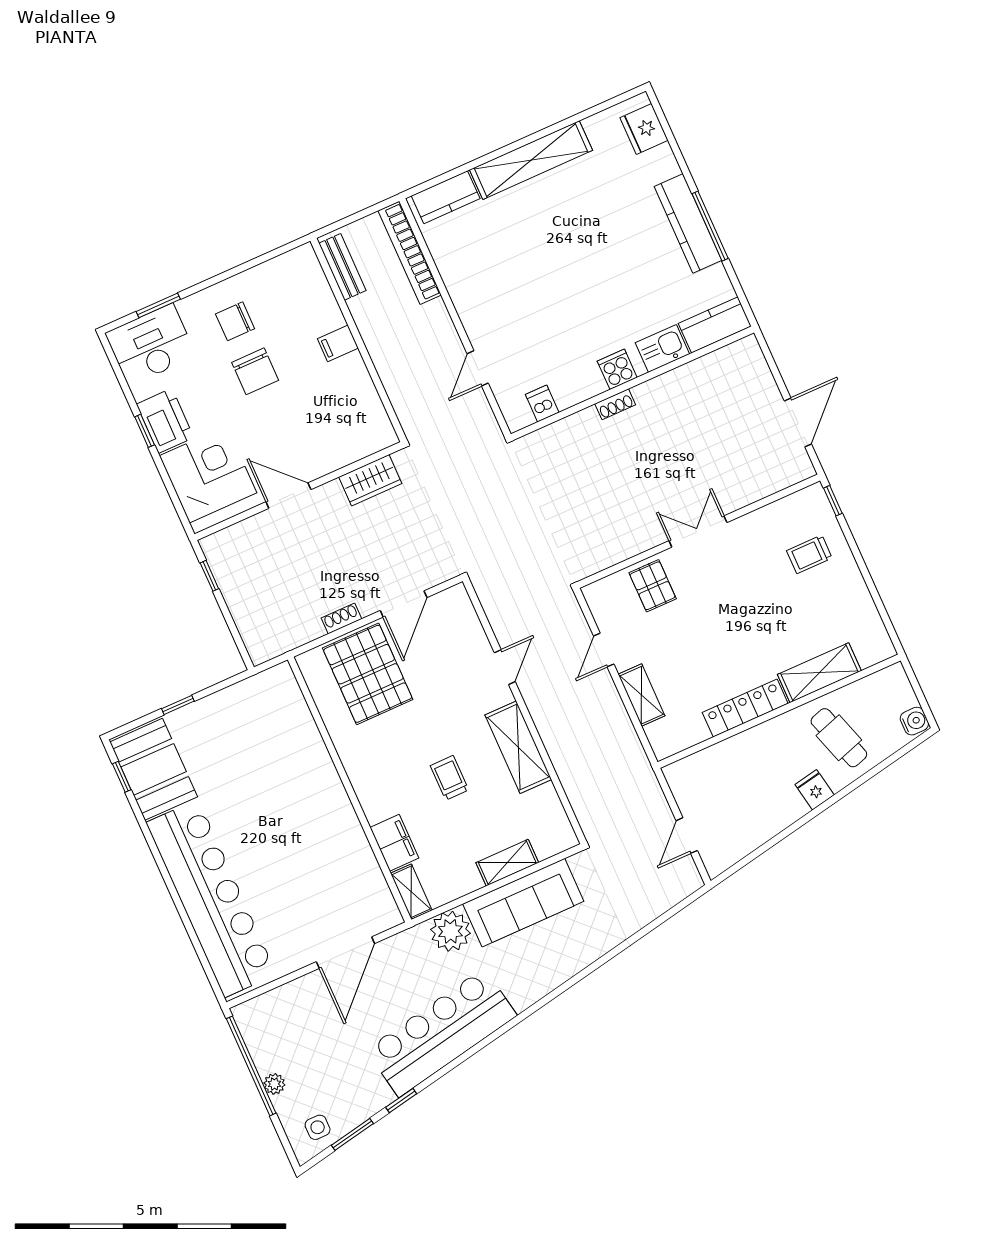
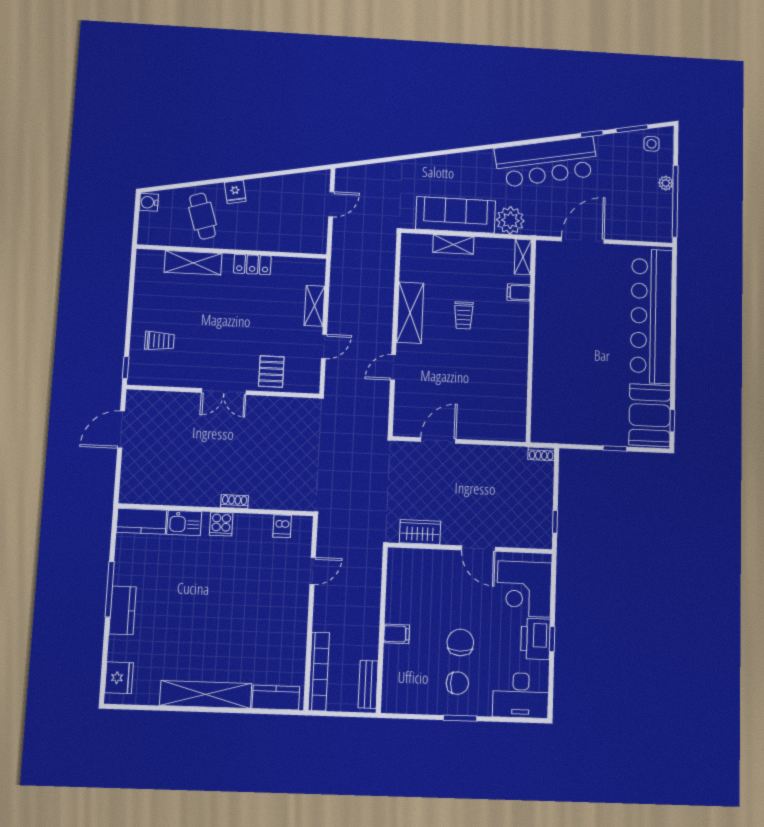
kitchen counter: (688, 223) -> (123, 610), width x0.67
window: (158, 305) -> (460, 718), moved
shoe rack: (341, 618) -> (541, 454), moved
pallet: (368, 674) -> (483, 407), removed
locker: (745, 708) -> (252, 264), width x0.66
filing cabinet: (394, 843) -> (519, 292), width x0.50

